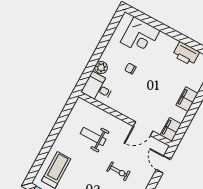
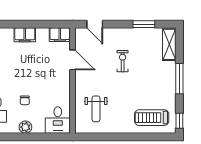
plant: (101, 68) -> (25, 127), moved
weight bench: (93, 136) -> (96, 109), moved
door: (163, 165) -> (95, 24), hinge flipped

